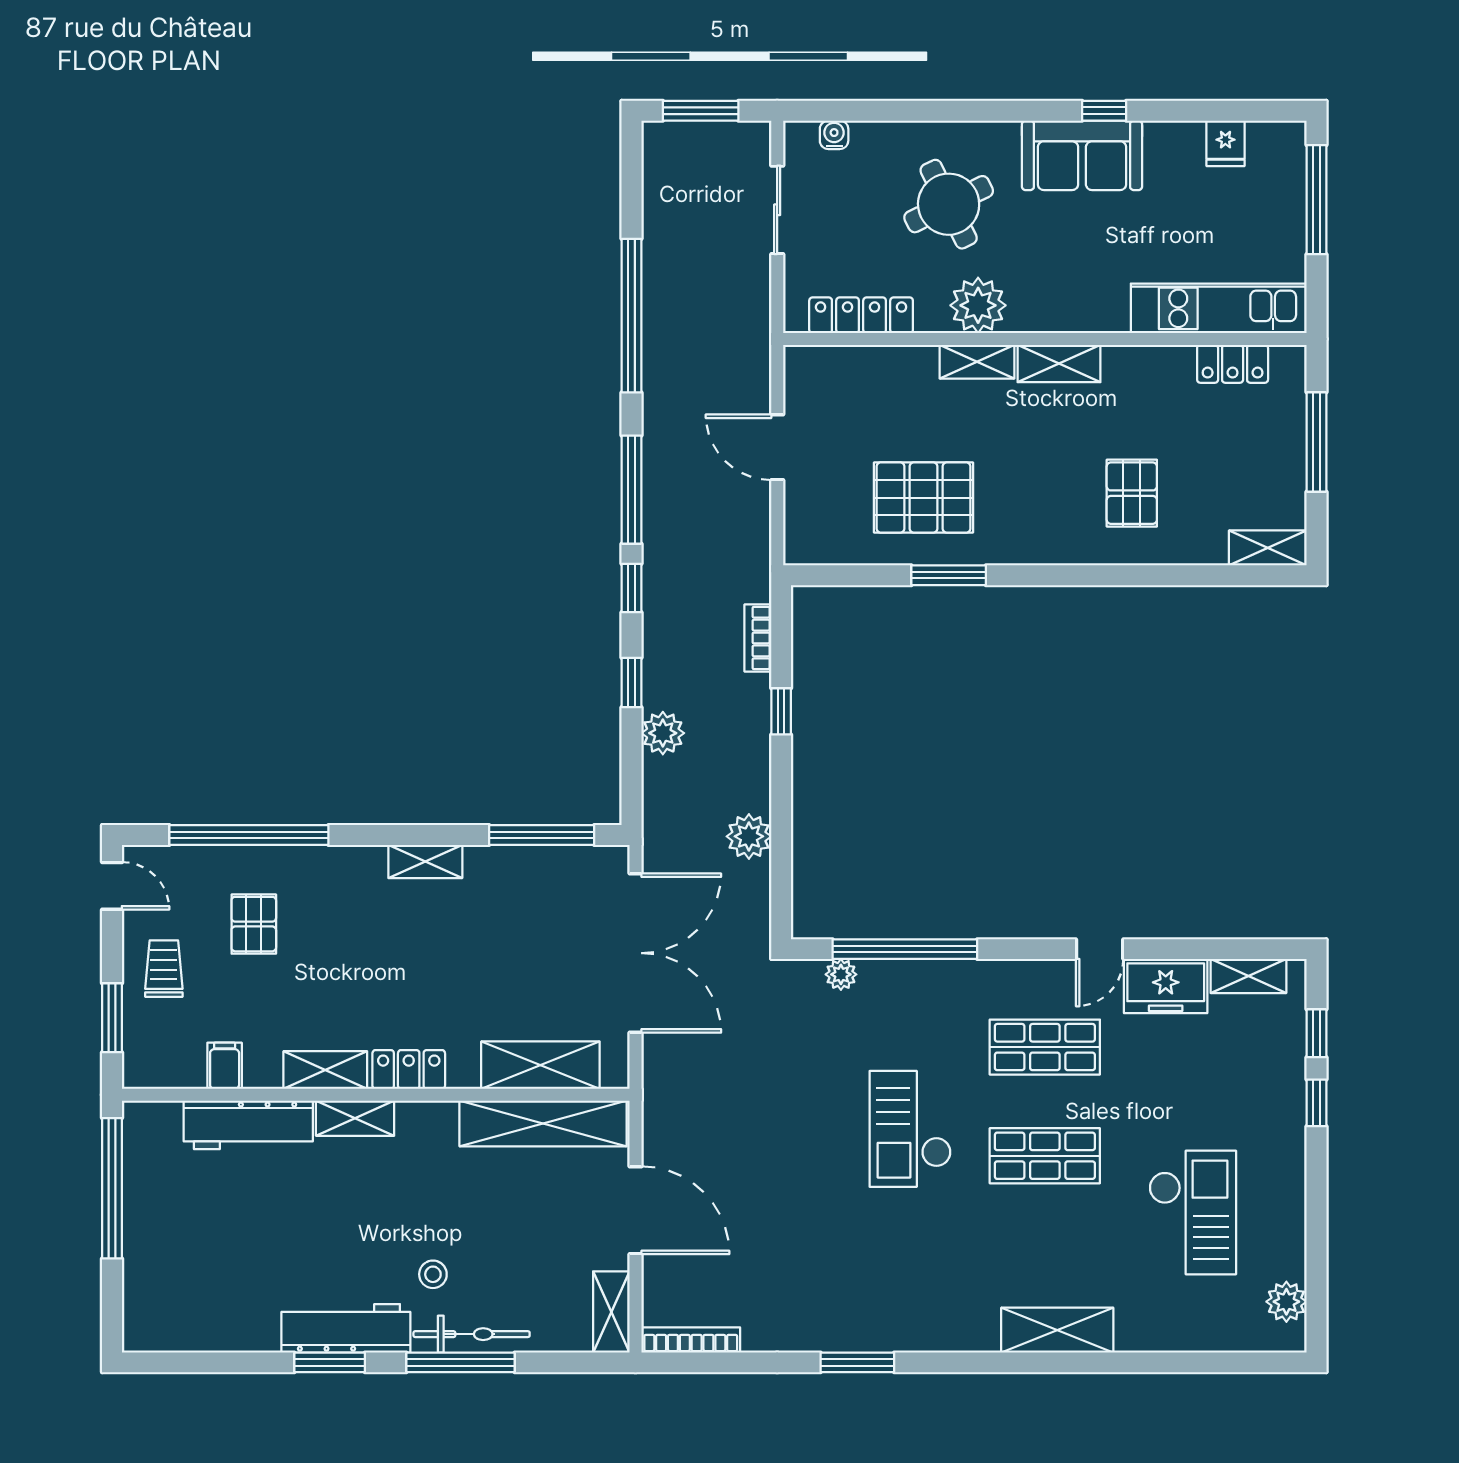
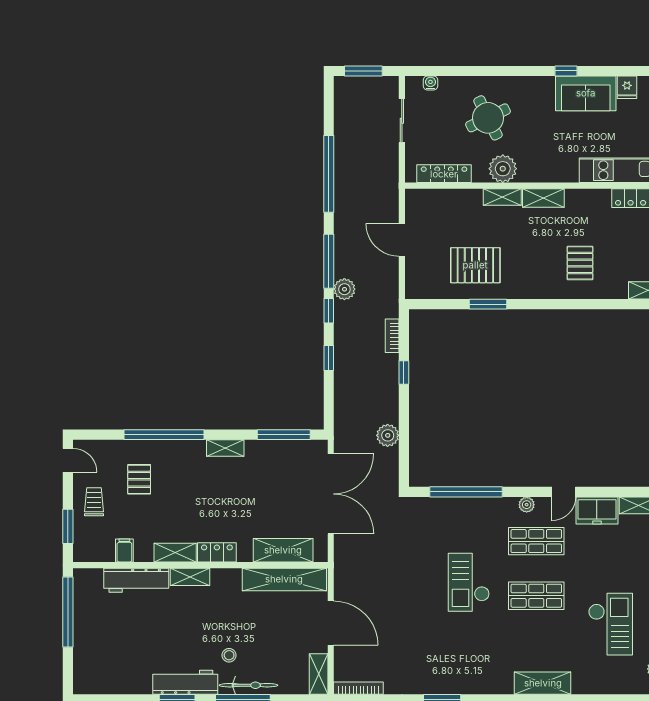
sofa: (1082, 155) -> (586, 93), moved
plant: (663, 733) -> (344, 289), moved
window: (249, 835) -> (164, 435), moved
plant: (841, 974) -> (527, 505), moved

